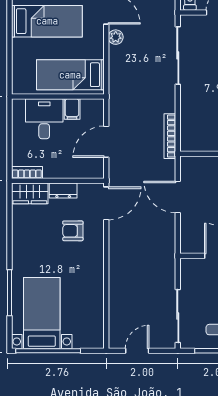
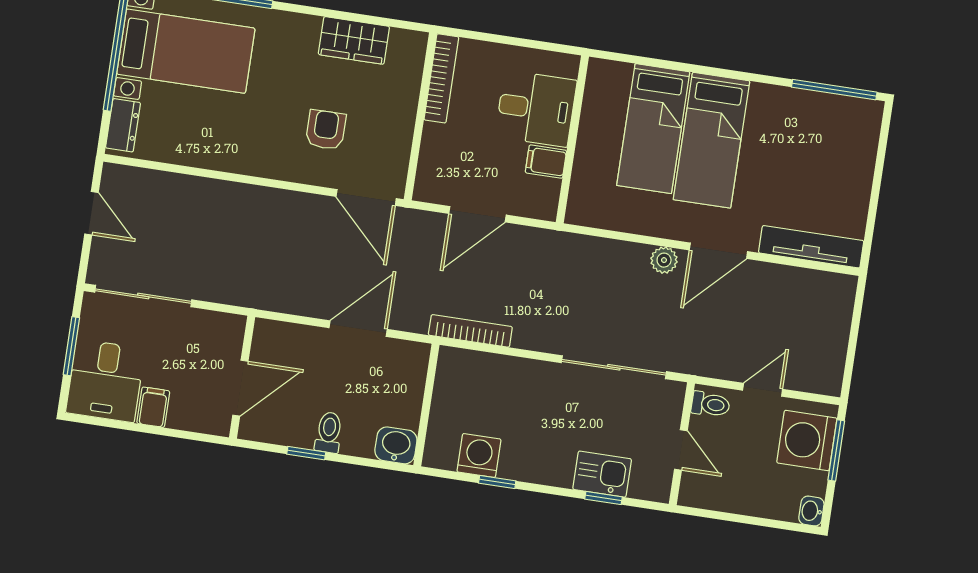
bed: (70, 75) -> (653, 129), moved, turned 180
door: (106, 142) -> (478, 214), swing flipped
bookcase: (27, 172) -> (441, 78), width x1.56
dresser: (63, 191) -> (123, 125), moved, turned 180
wardrobe: (30, 193) -> (354, 40), moved, turned -90

